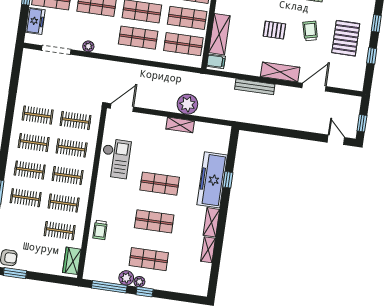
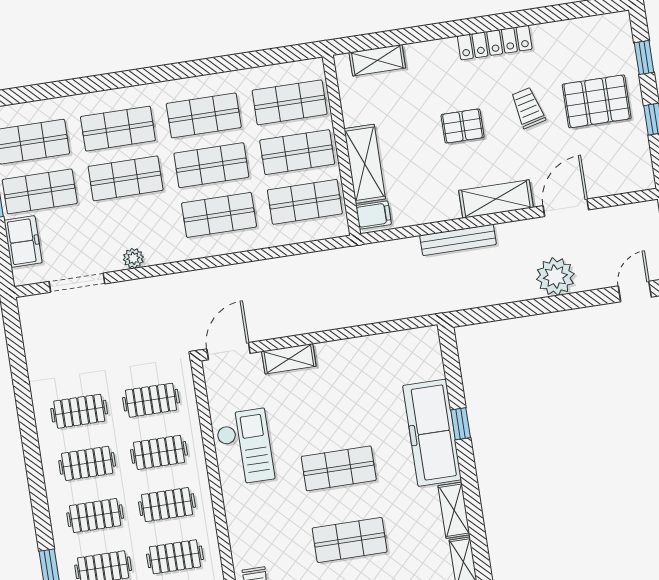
pallet: (346, 38) -> (597, 101), turned 90
plant: (187, 104) -> (555, 277), moved
shelving: (180, 125) -> (289, 359), moved
door: (336, 140) -> (635, 292), hinge flipped

